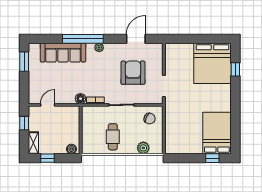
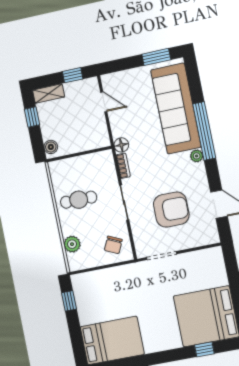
sofa: (63, 53) -> (176, 109), width x1.36, depth x1.27
window: (212, 158) -> (69, 301), moved

